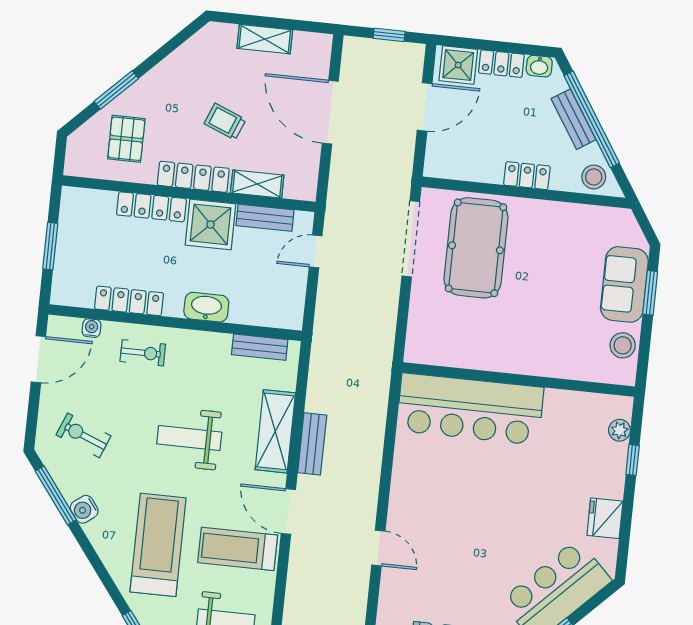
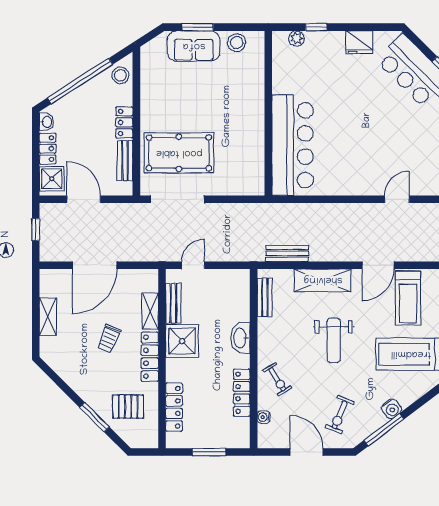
bench: (574, 119) -> (125, 161), moved, turned -57
locker: (151, 207) -> (174, 407), moved
door: (316, 251) -> (193, 265), swing flipped
exercise bike: (143, 353) -> (277, 379), turned 148
door: (38, 359) -> (307, 452), moved
bench: (312, 444) -> (287, 253), moved

